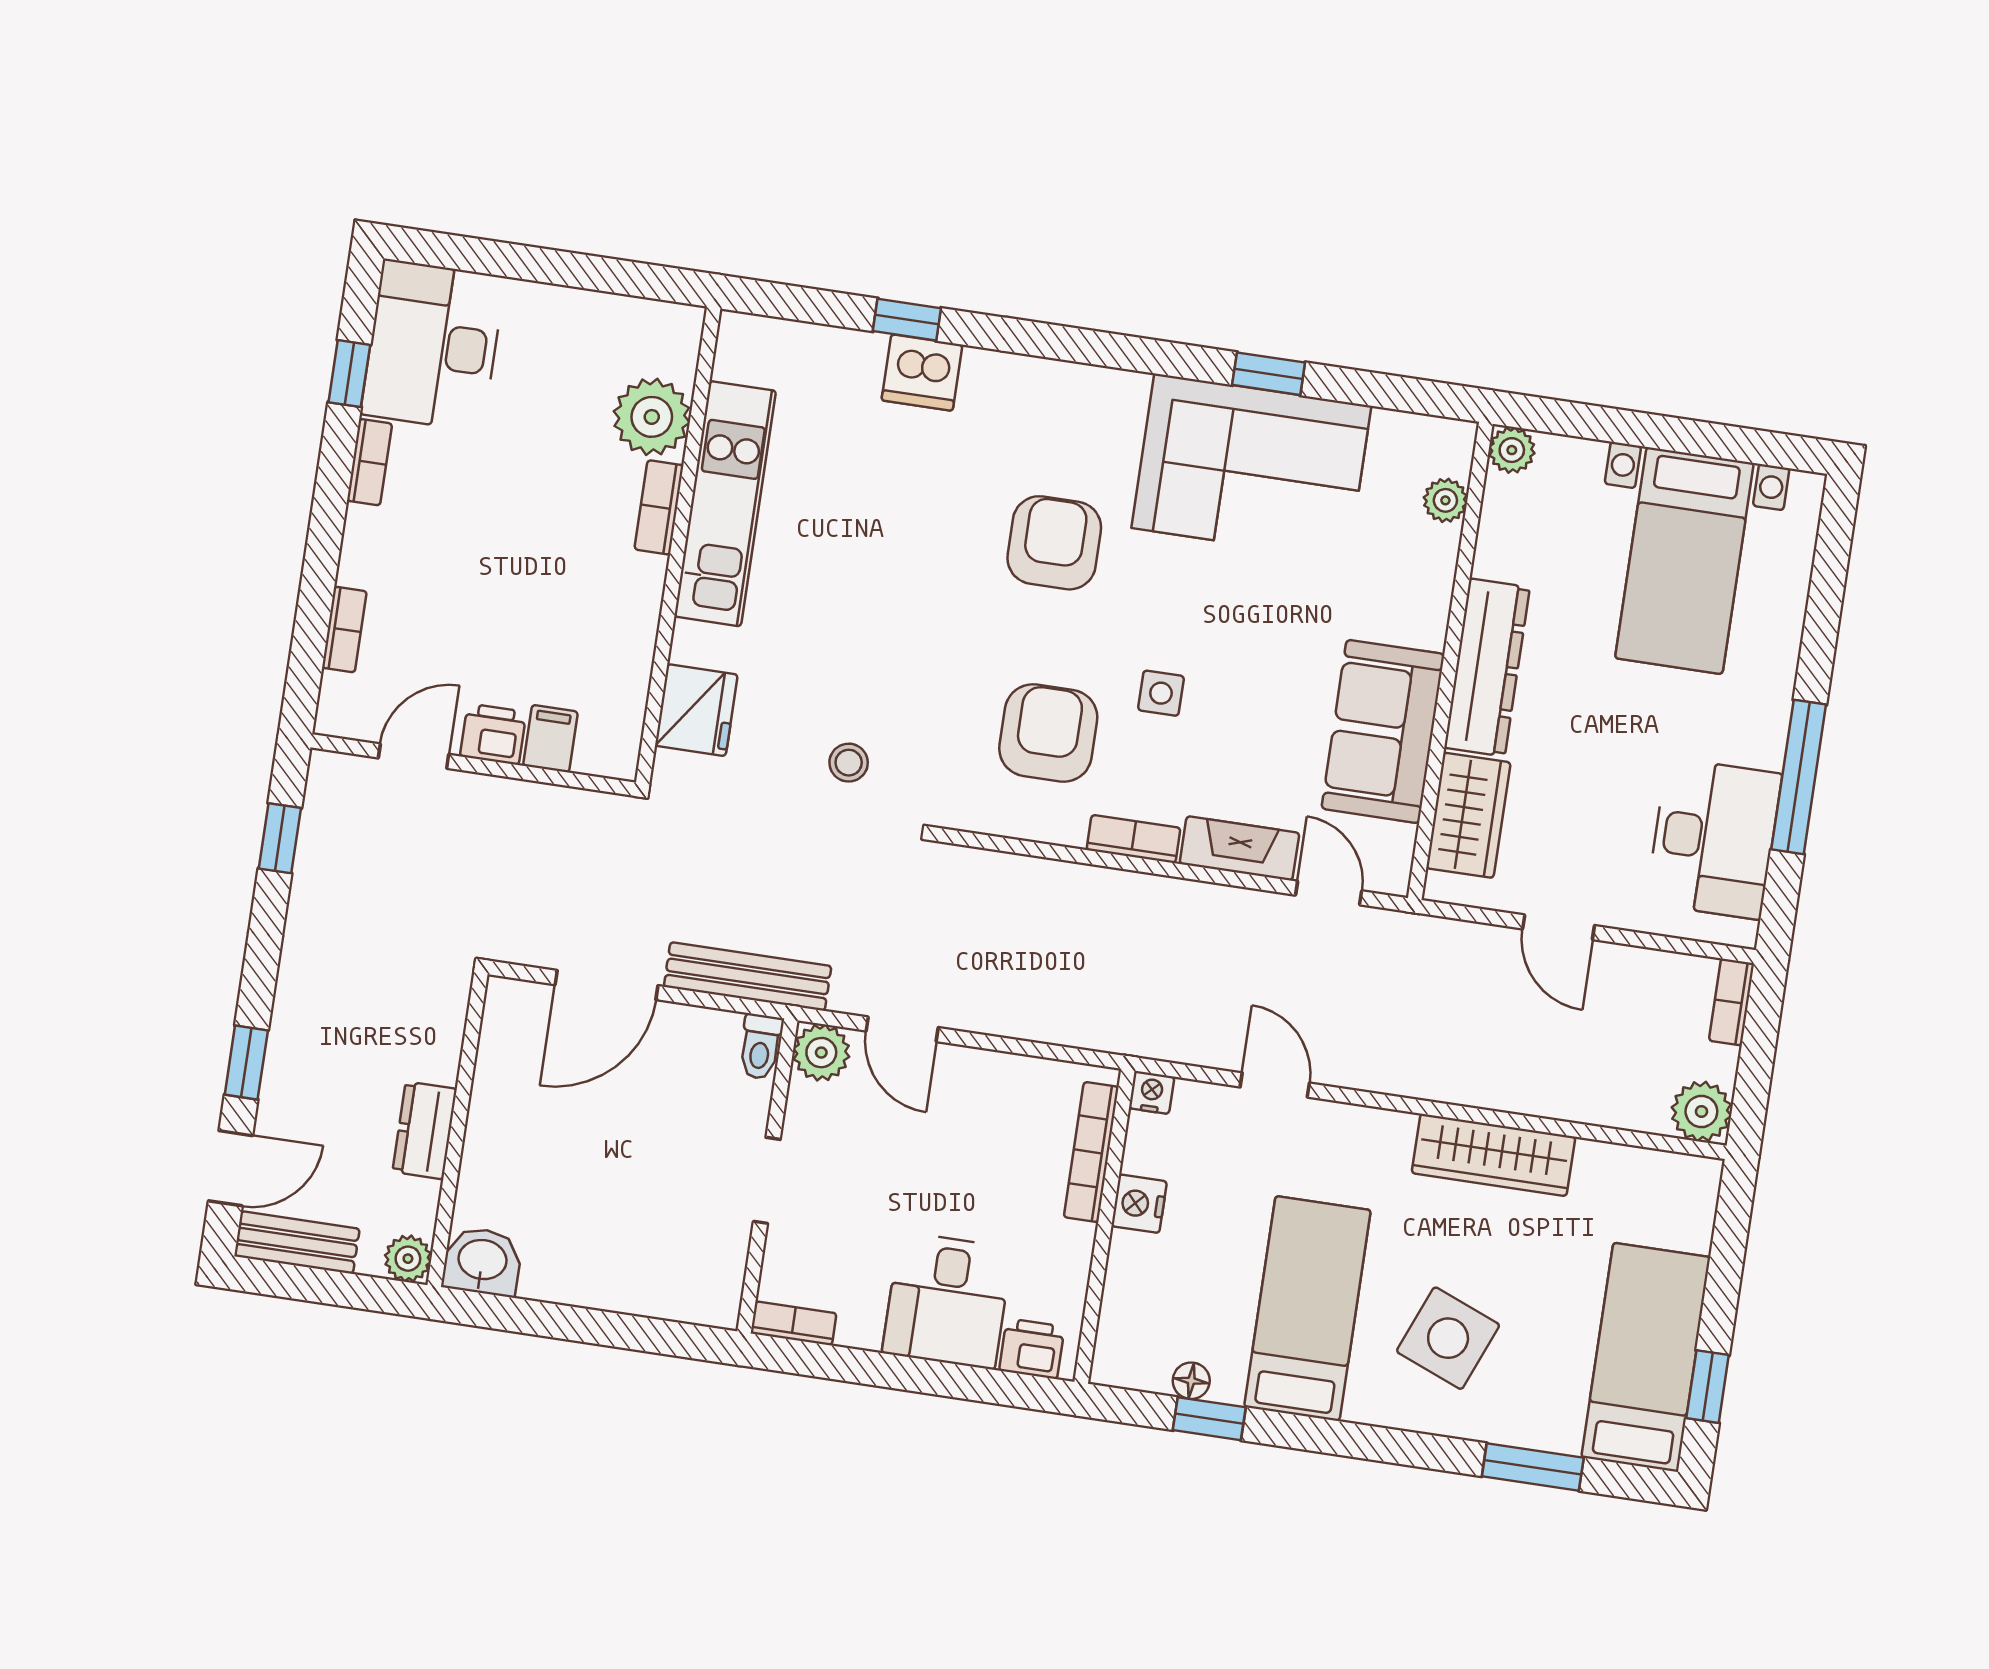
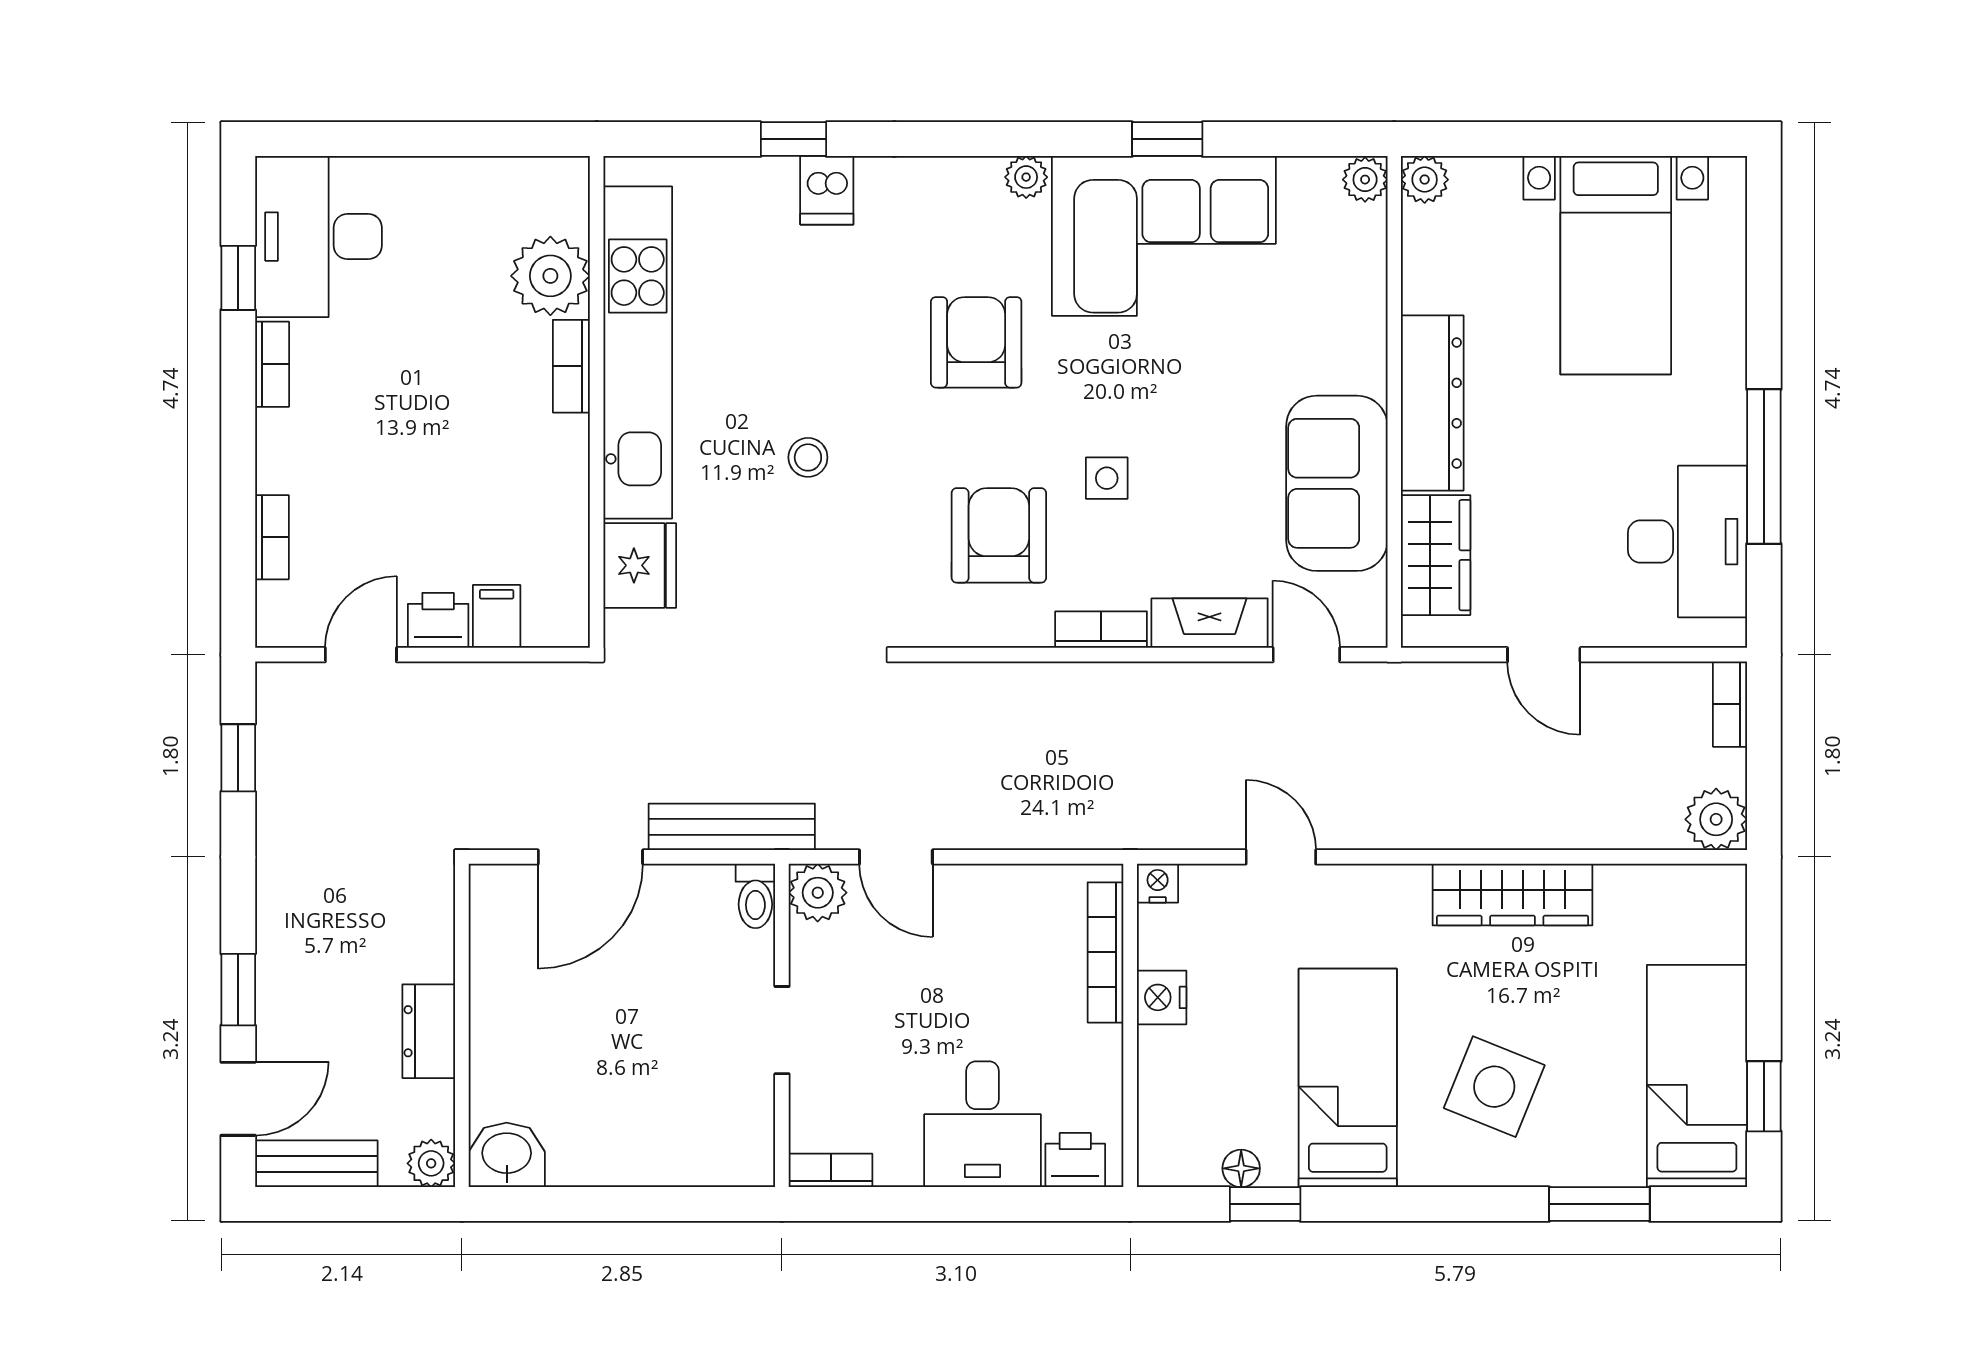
dishwasher: (922, 373) -> (827, 190), width x0.73
plant: (1126, 390) -> (1026, 177), added
plant: (1445, 500) -> (1365, 180), moved
kitchen unit: (725, 504) -> (638, 352), width x1.36
stool: (849, 763) -> (808, 457), moved

